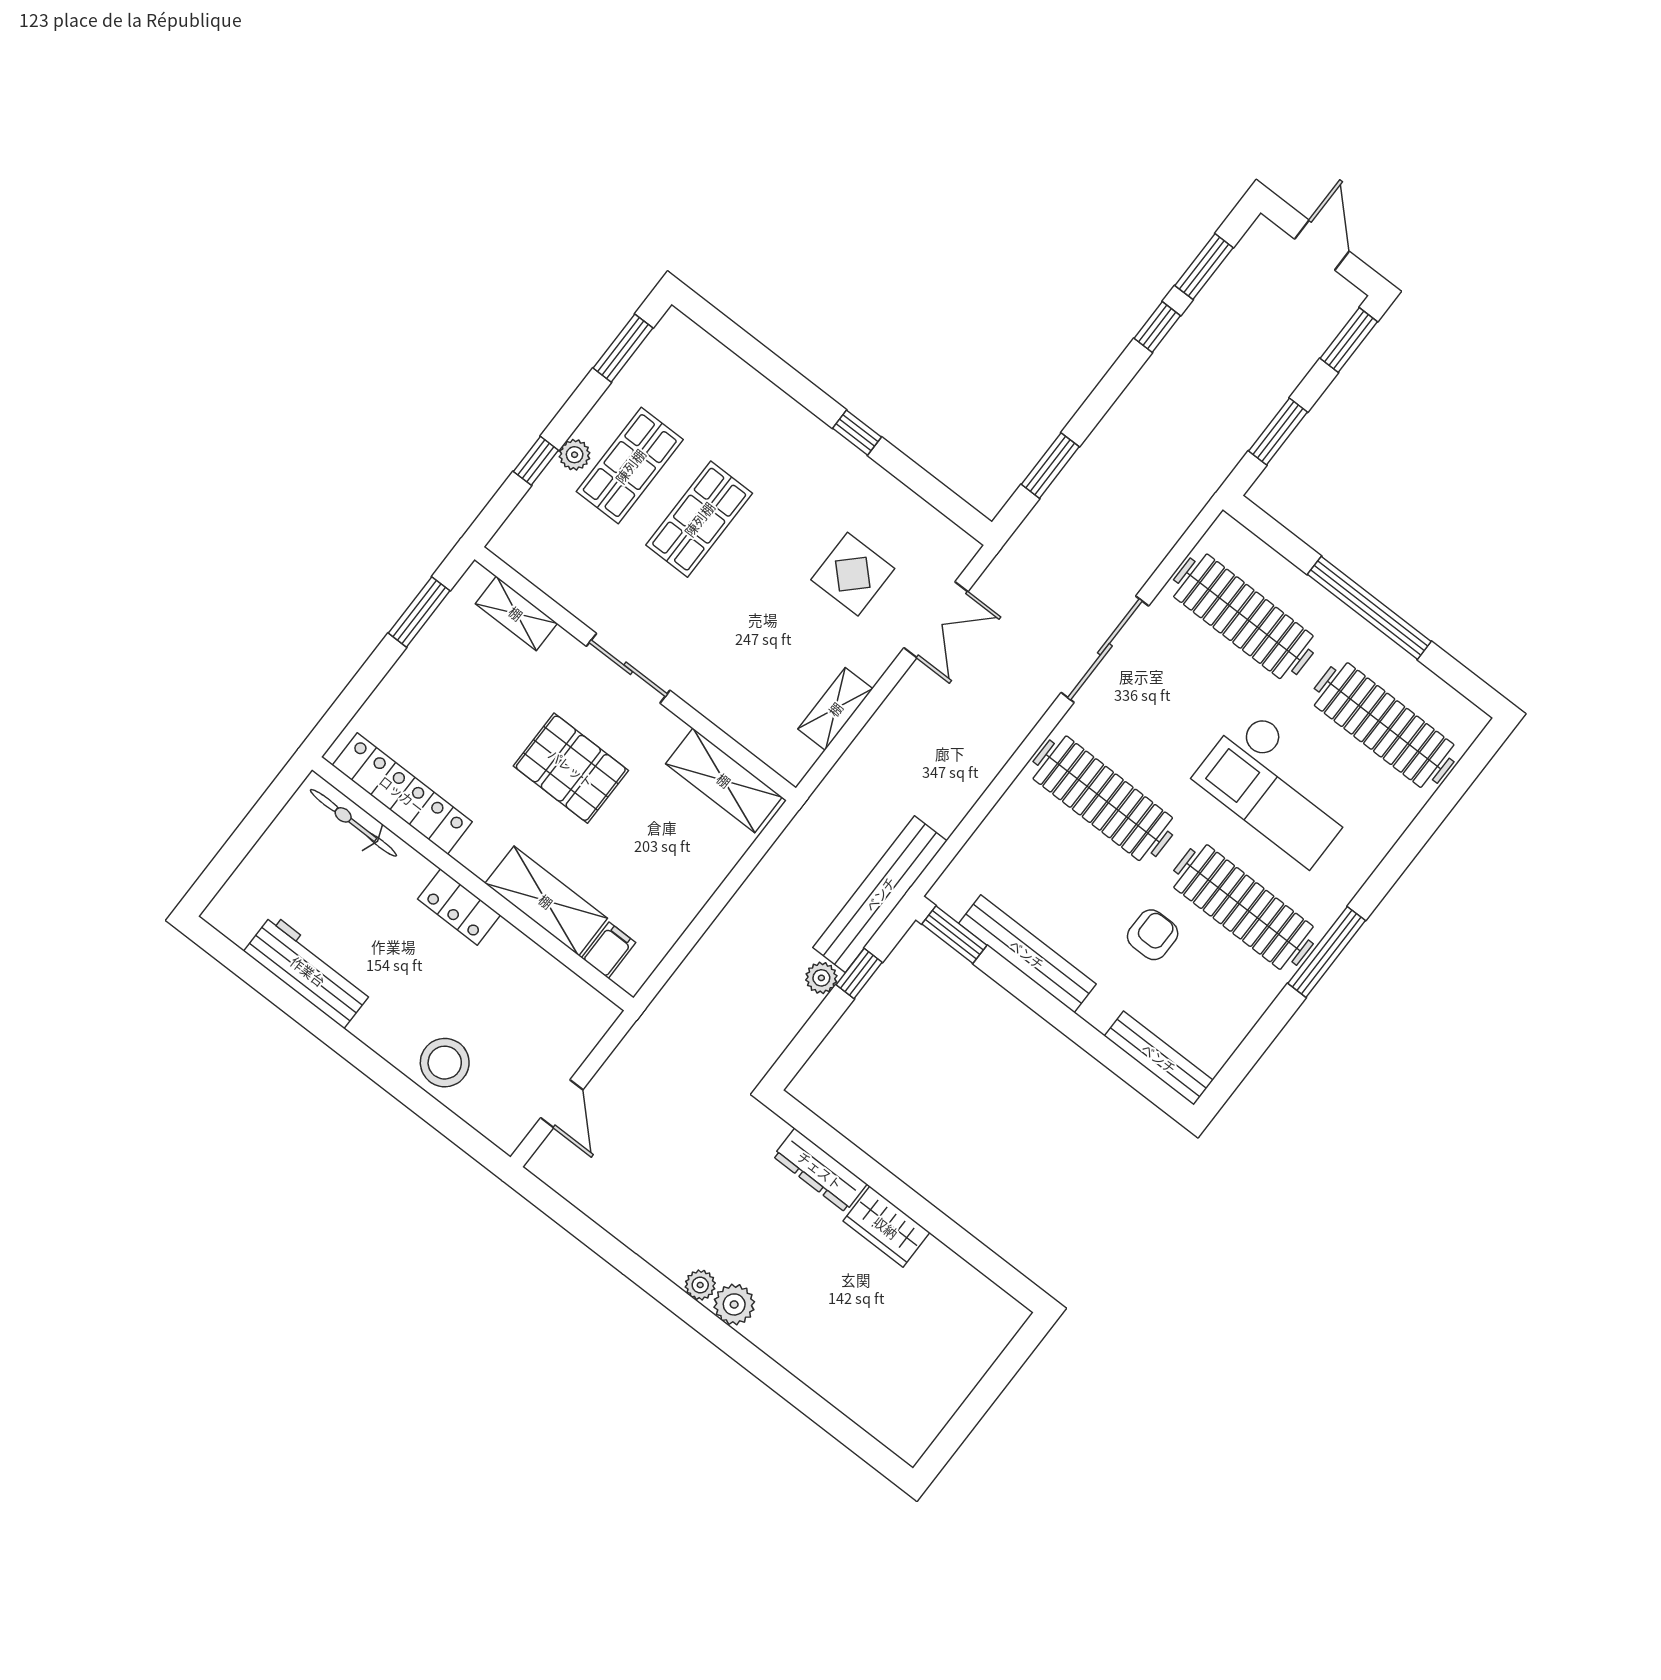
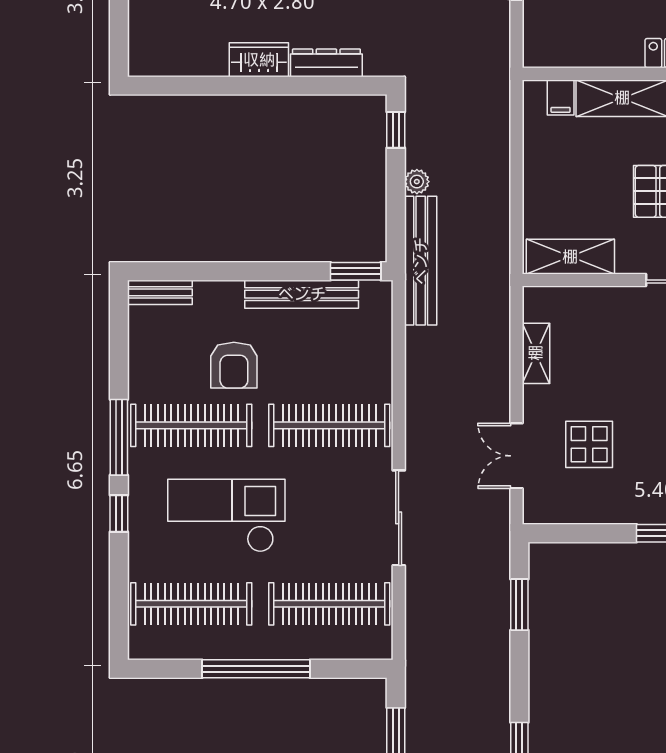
window: (1387, 874) -> (119, 513), added
armchair: (1153, 935) -> (234, 365), width x1.38, depth x1.38
window: (859, 973) -> (396, 130), moved
bench: (1159, 1058) -> (160, 292), width x0.73

